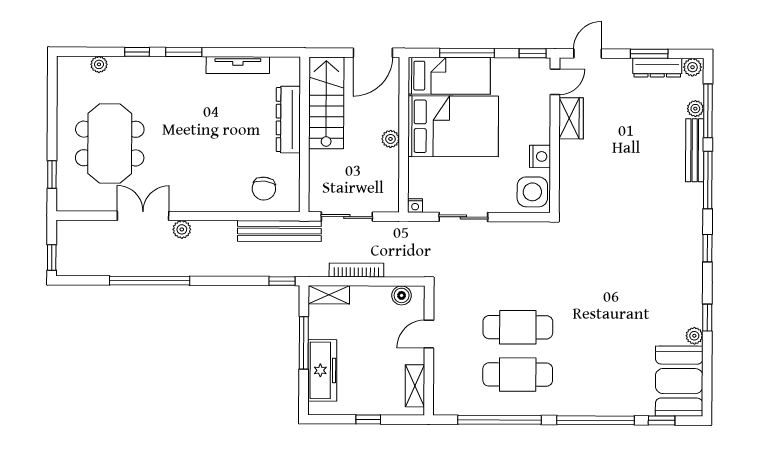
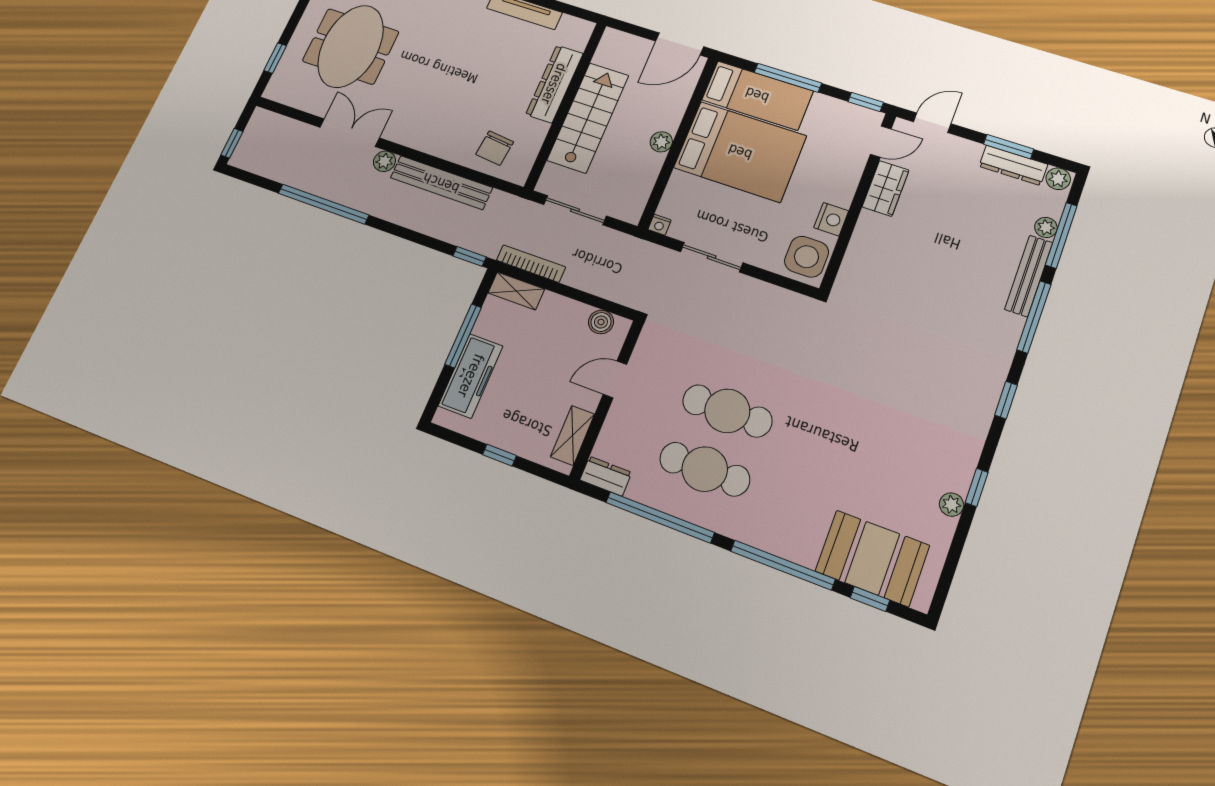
stairs: (326, 103) -> (588, 118), moved
bench: (279, 231) -> (441, 183), moved
bookcase: (356, 270) -> (531, 264), moved
booth: (679, 381) -> (872, 558), moved, turned 90
dresser: (450, 406) -> (606, 476), added

